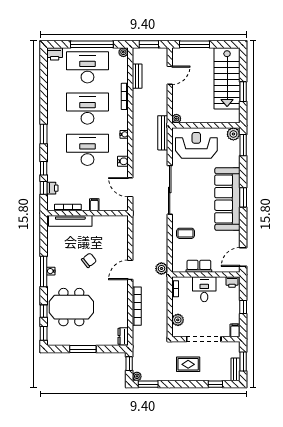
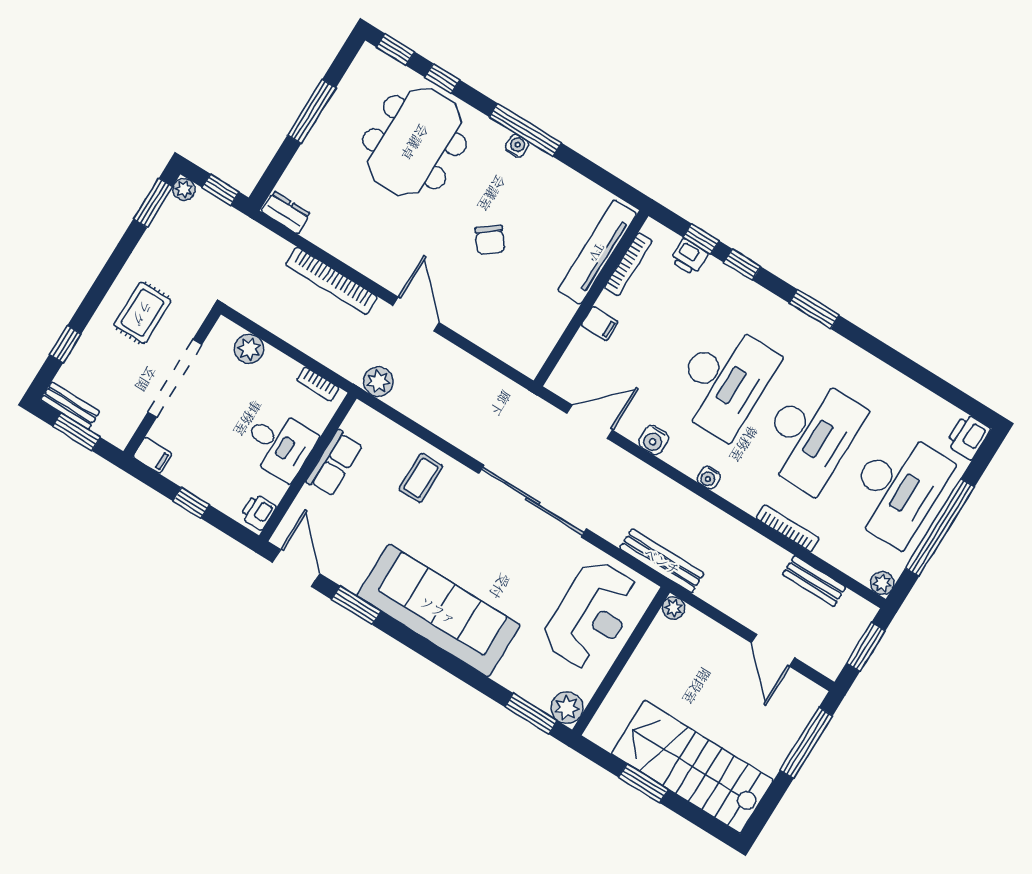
window: (243, 197) -> (356, 605), moved

